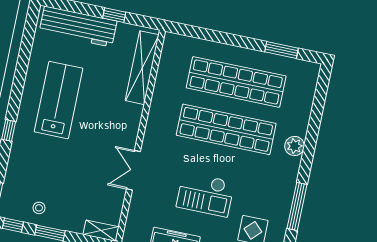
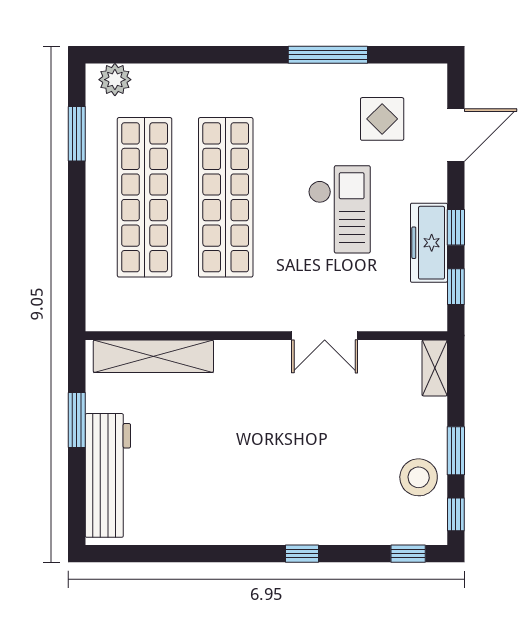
window: (114, 15) -> (77, 420), width x1.50
lab bench: (59, 100) -> (235, 482), removed
plant: (295, 146) -> (115, 80), moved
stool: (39, 208) -> (419, 477), width x1.89, depth x1.89

